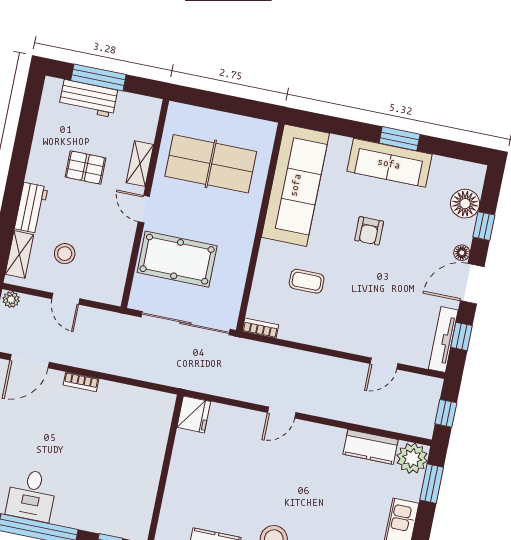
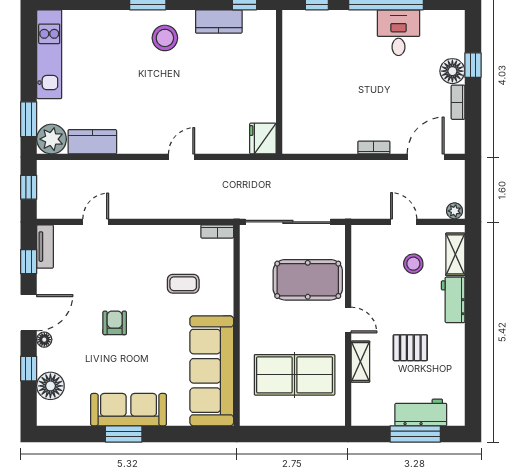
armchair: (369, 231) -> (115, 323), moved
tv unit: (443, 340) -> (45, 247), width x0.71

